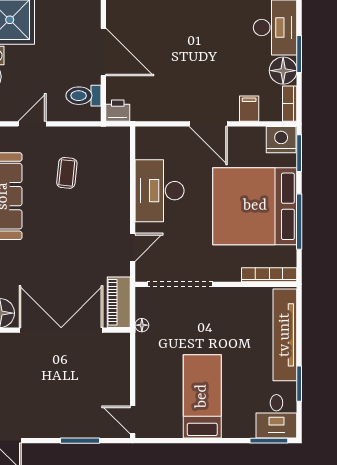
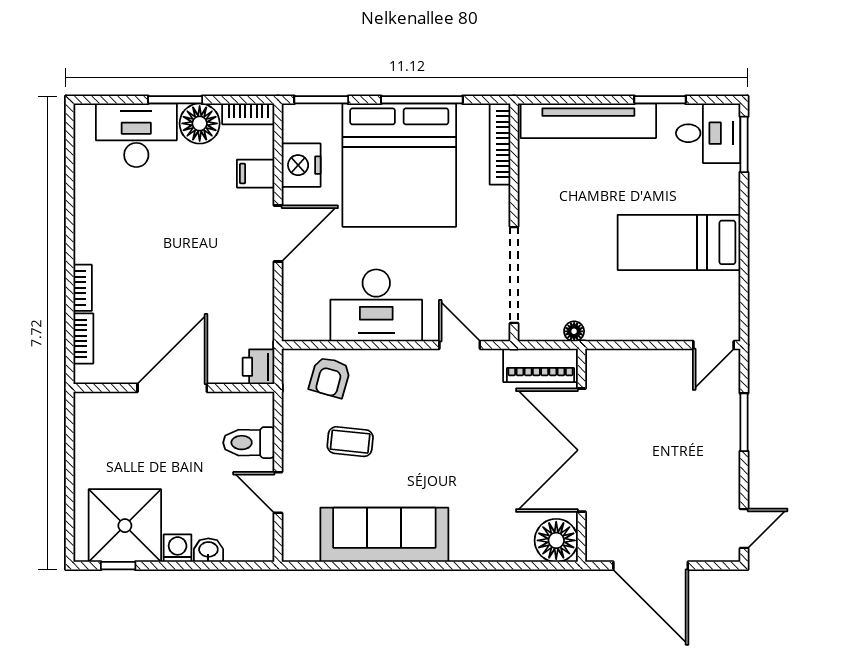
toilet: (83, 96) -> (249, 443), moved, turned 90
nightstand: (281, 140) -> (301, 165), moved
armchair: (111, 159) -> (330, 377), added

